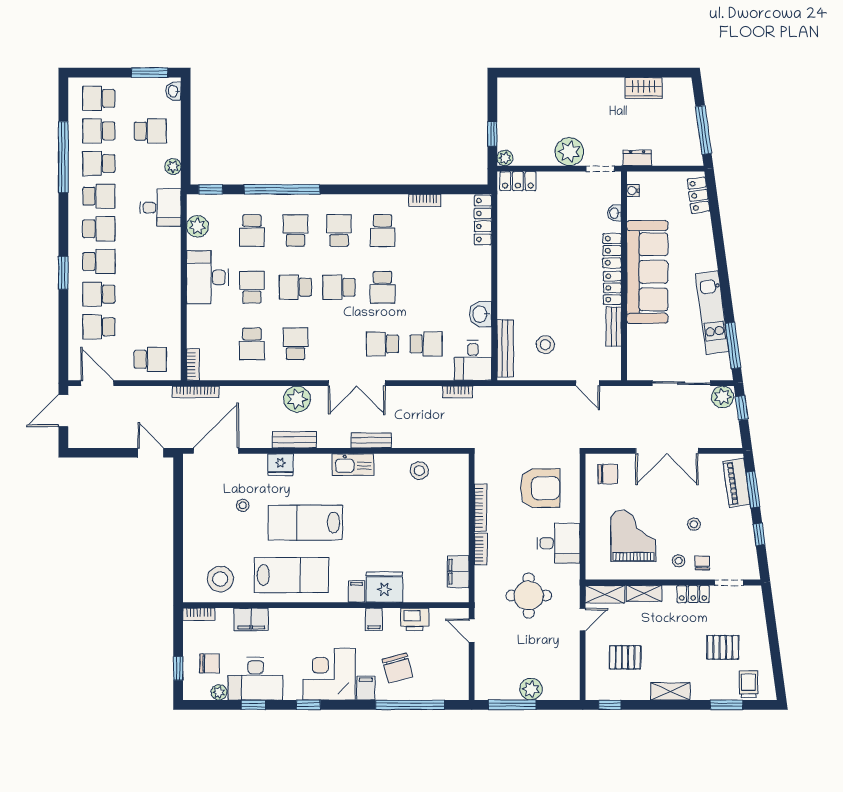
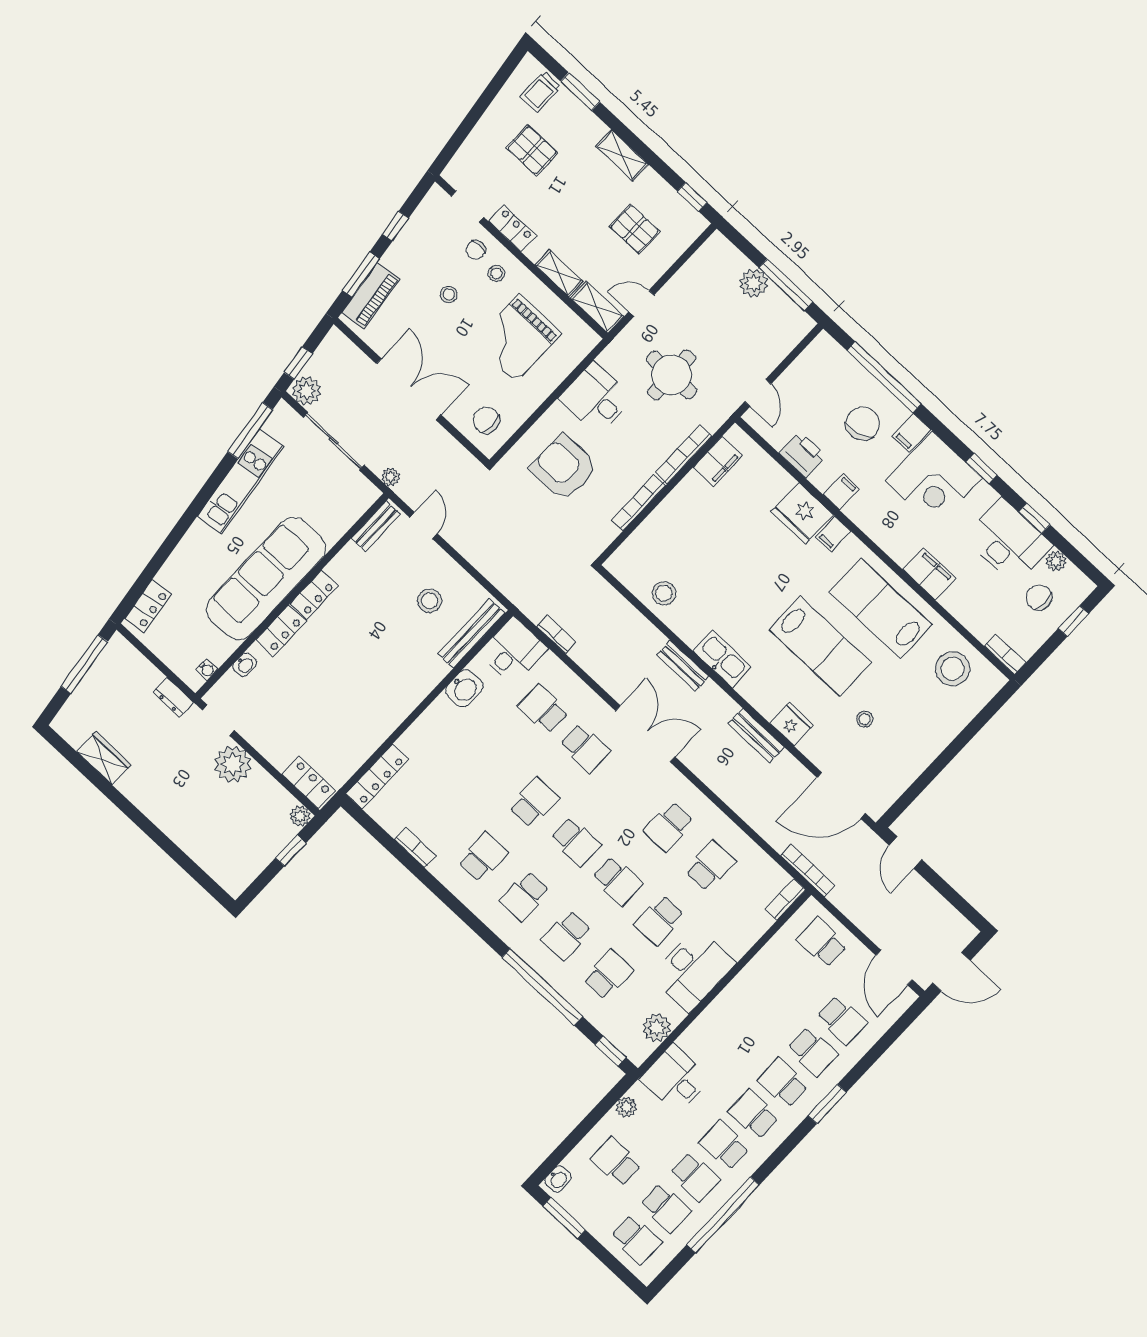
bench: (614, 326) -> (376, 526), moved
plant: (297, 399) -> (391, 477), moved, width x0.53, depth x0.53
bookcase: (481, 549) -> (684, 454), width x1.56
filing cabinet: (251, 619) -> (929, 574), moved

